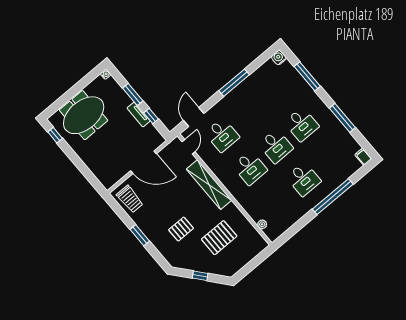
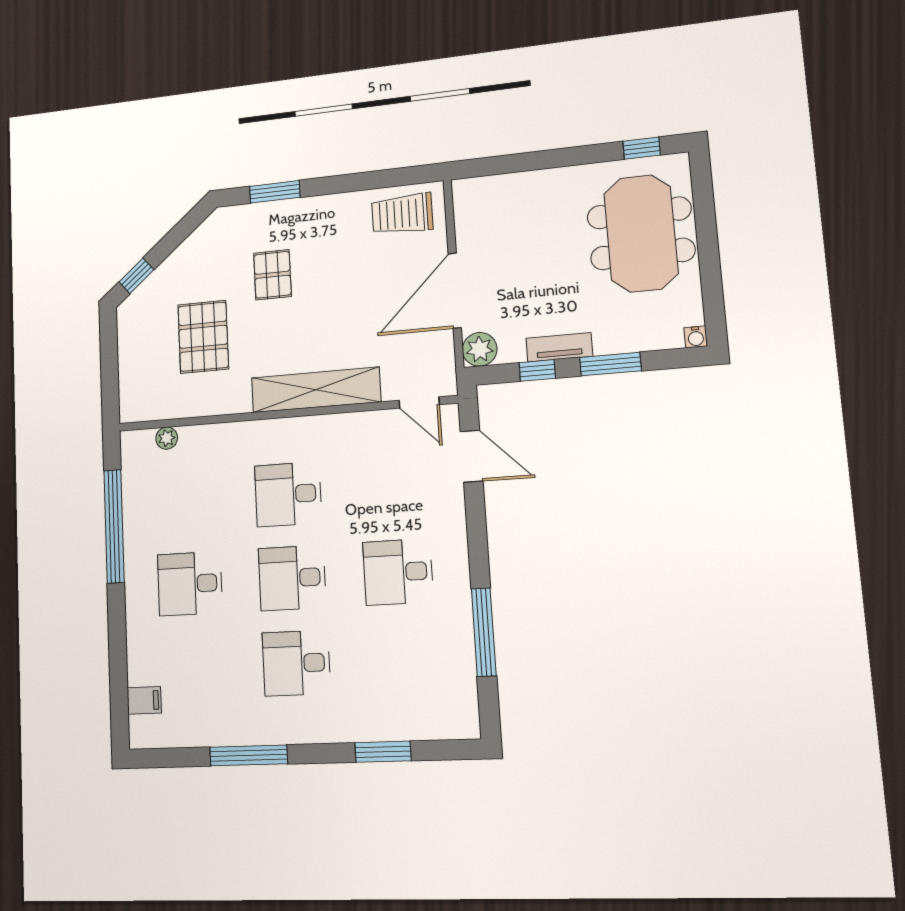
water cooler: (279, 58) -> (465, 724), removed
window: (307, 76) -> (383, 752), width x0.69
window: (234, 83) -> (484, 632), moved
desk: (222, 135) -> (398, 572), moved
plant: (157, 140) -> (480, 349), added
filing cabinet: (363, 157) -> (144, 700), moved
window: (333, 197) -> (114, 526), moved
window: (140, 235) -> (275, 192), moved
window: (200, 276) -> (136, 276), moved

